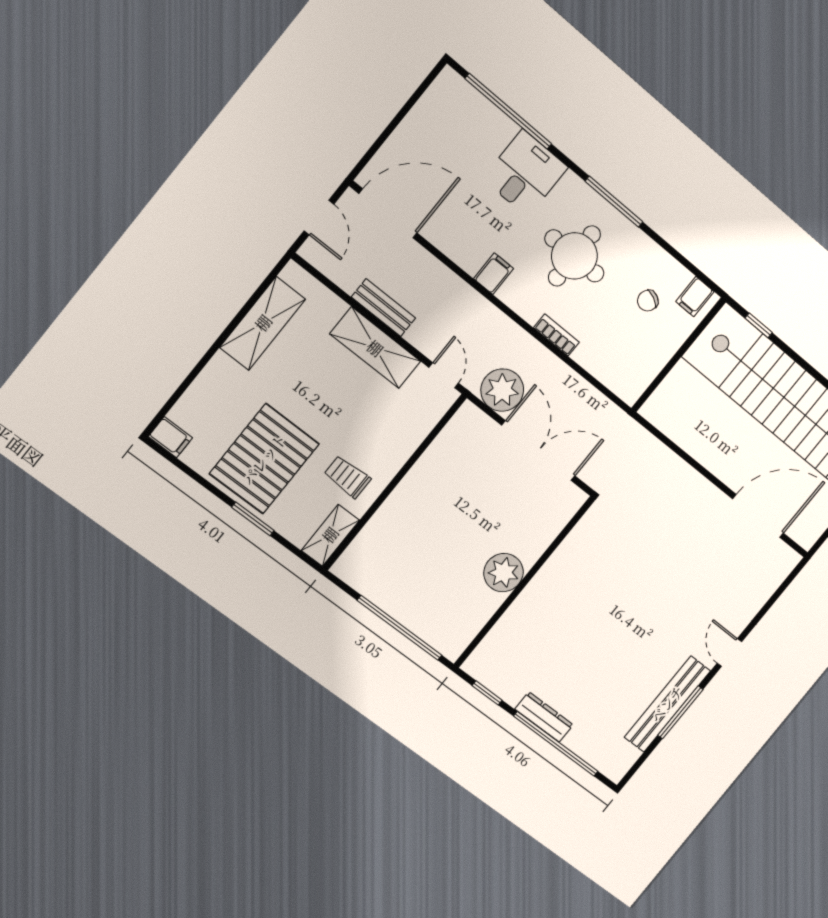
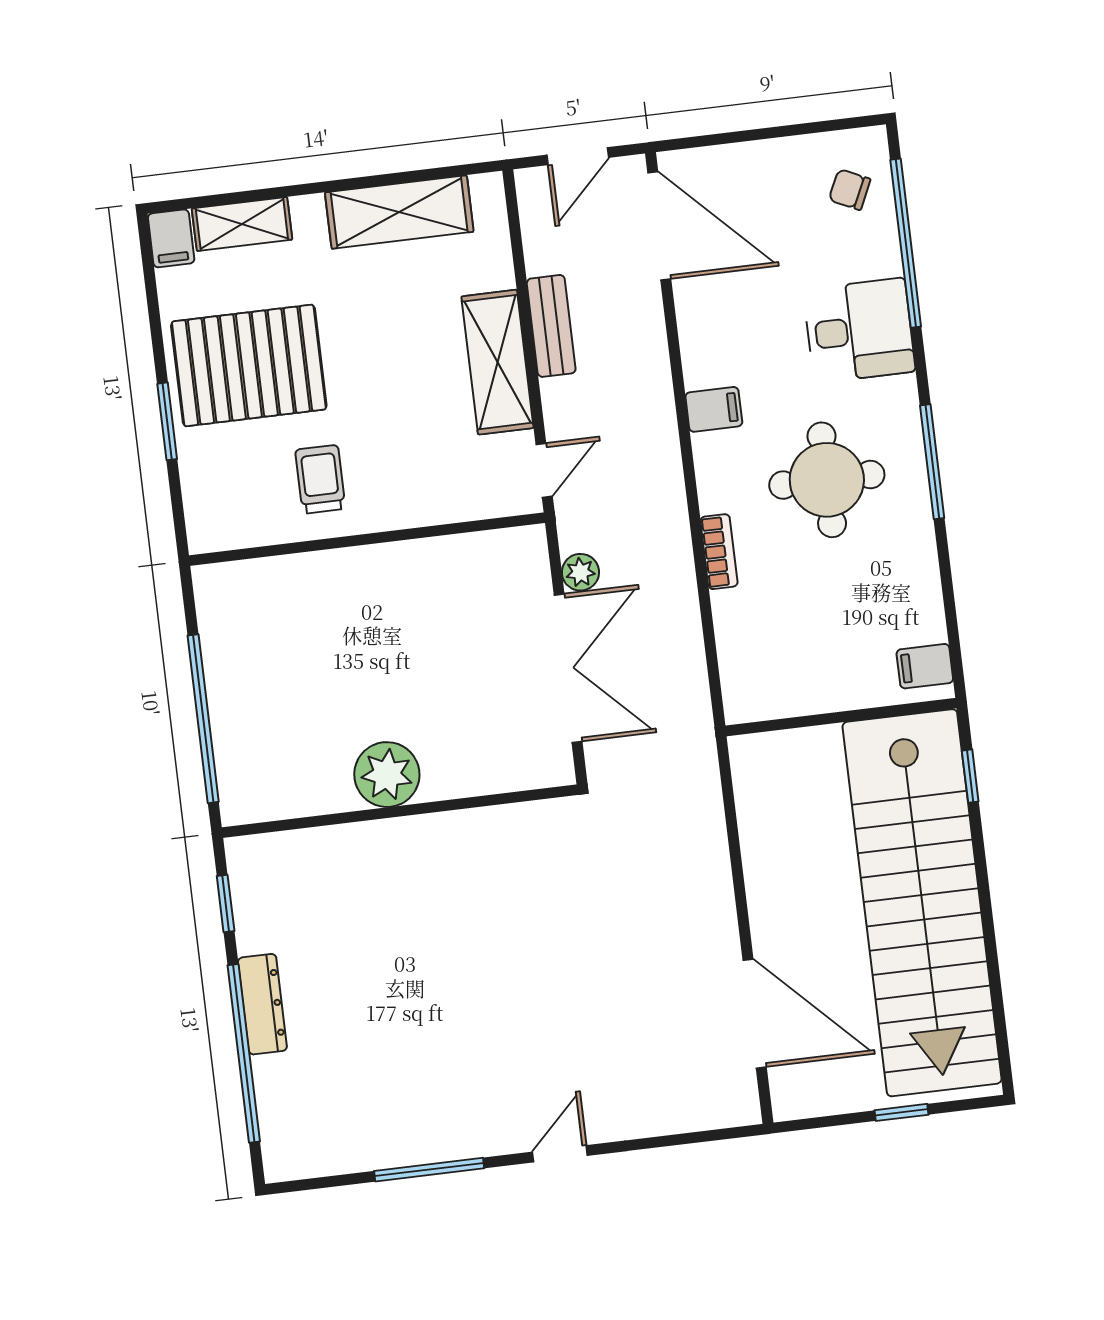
chair: (648, 301) -> (850, 189), moved
plant: (502, 390) -> (580, 572), width x0.53, depth x0.53
shelving: (330, 535) -> (242, 224), moved
bench: (667, 704) -> (424, 1142), removed

